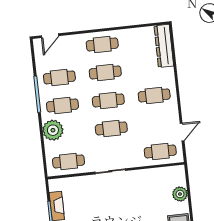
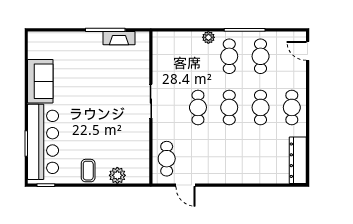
dresser: (164, 46) -> (298, 160), moved, turned -90
cafe table: (154, 95) -> (229, 159), removed
plant: (53, 130) -> (208, 37), width x0.53, depth x0.53
cafe table: (69, 161) -> (167, 56), removed

